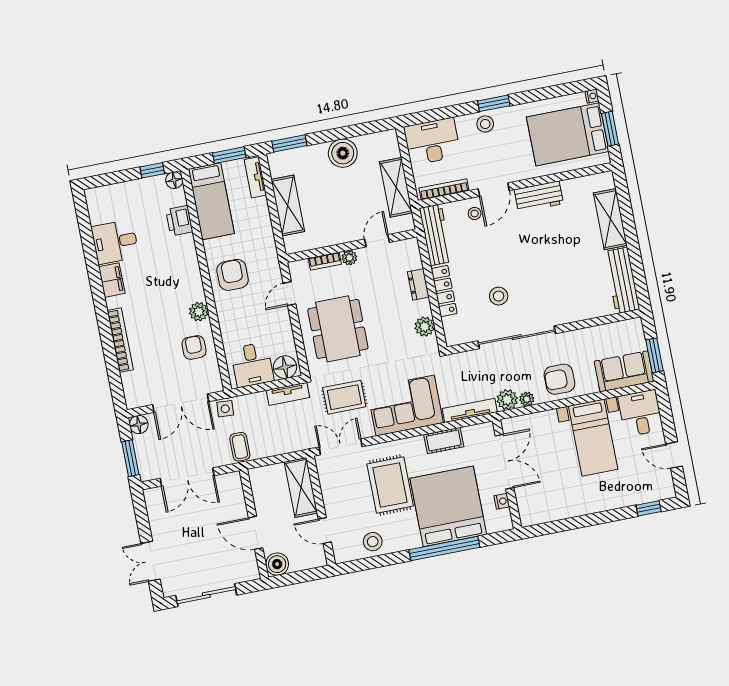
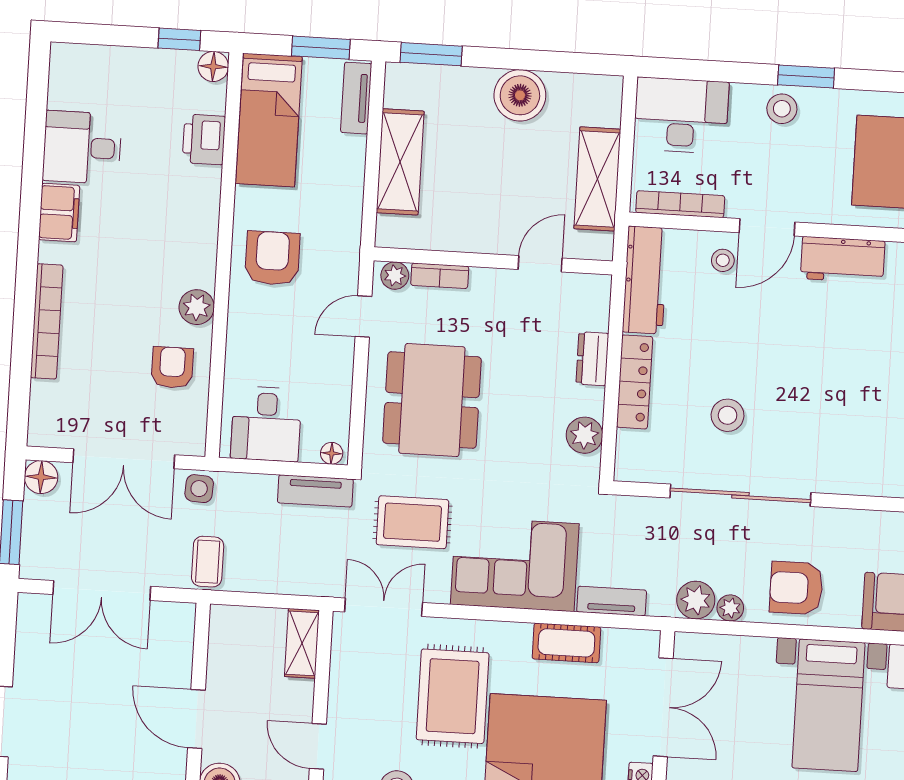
plant: (349, 258) -> (395, 276), moved
floor lamp: (285, 367) -> (332, 453), width x0.53, depth x0.53
tv unit: (470, 410) -> (612, 601), width x0.71
shelving: (301, 487) -> (302, 643), width x0.67, depth x0.75

